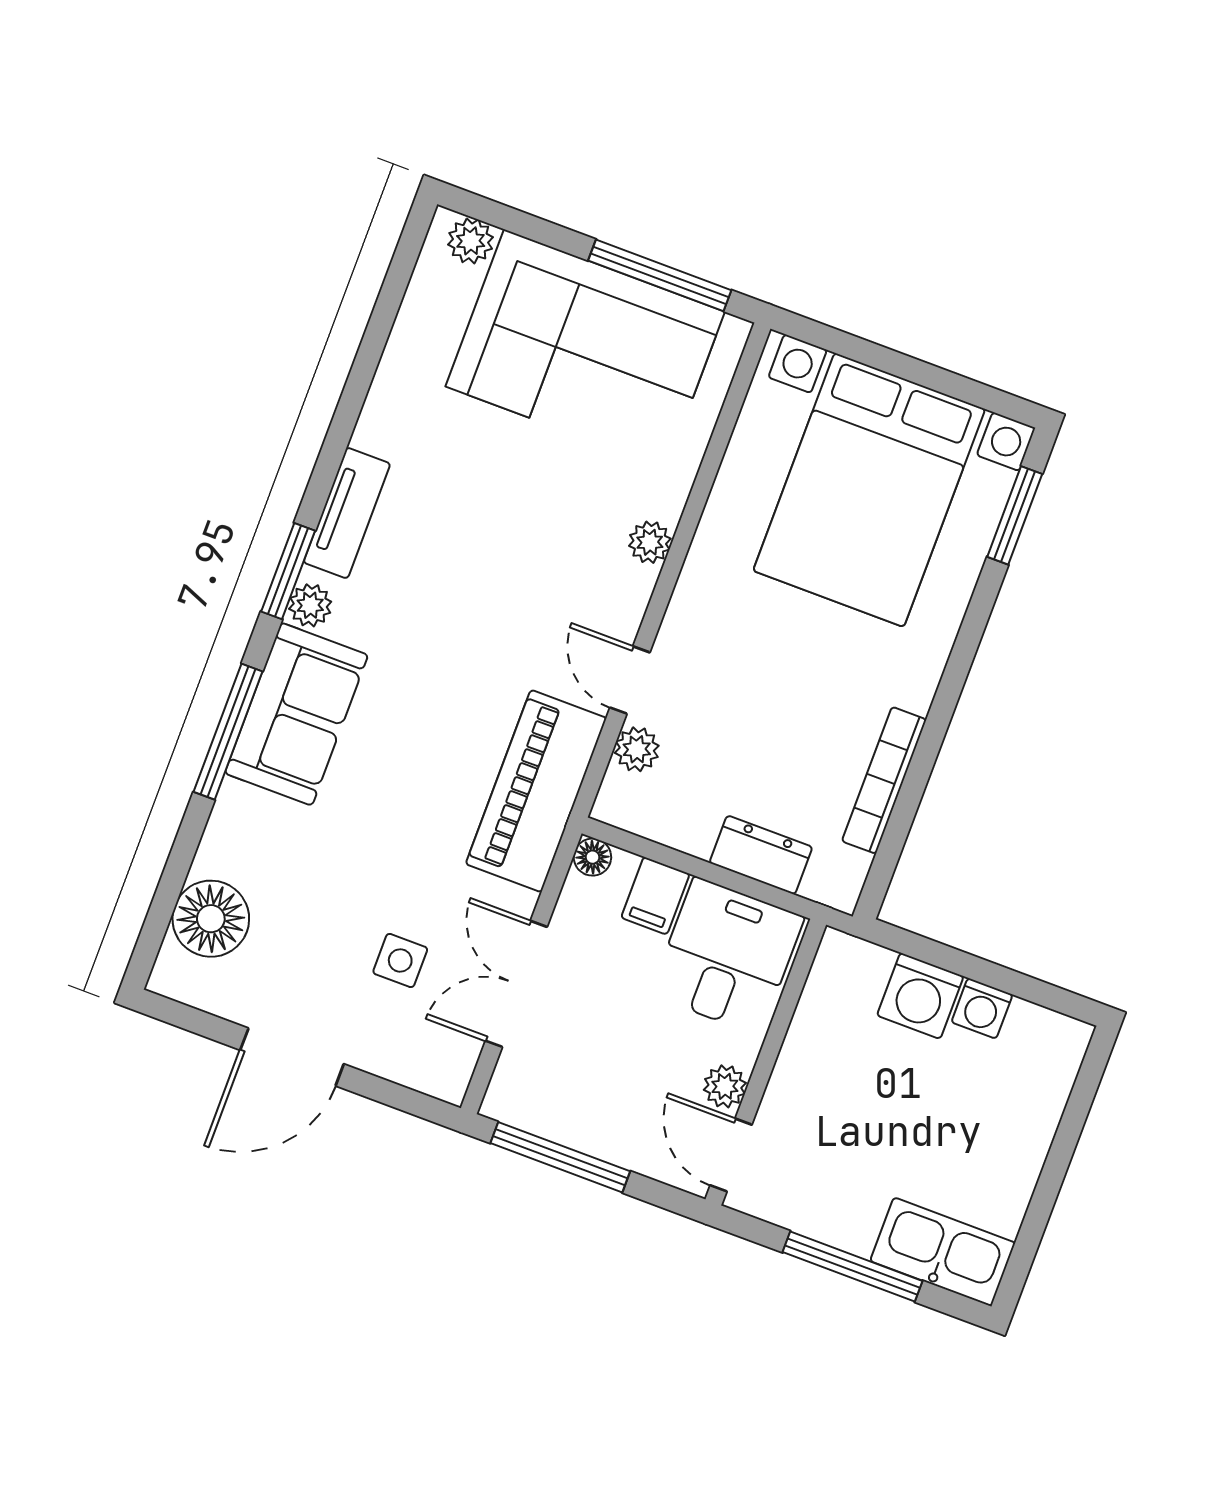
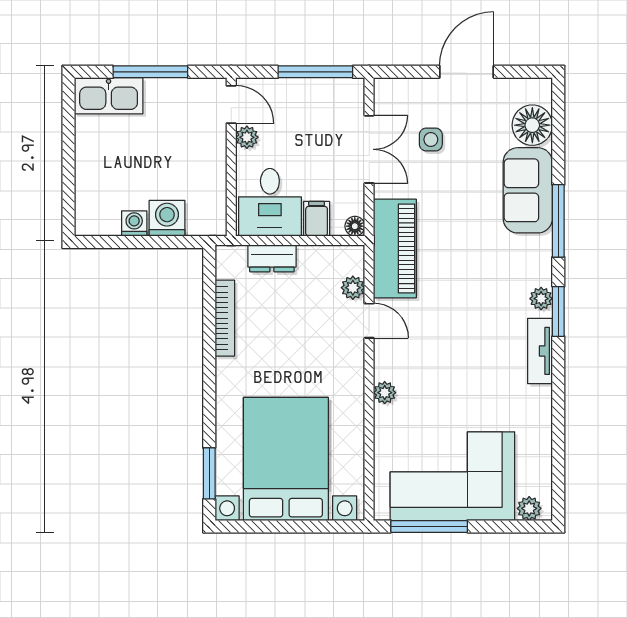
sofa: (296, 714) -> (528, 190), moved

